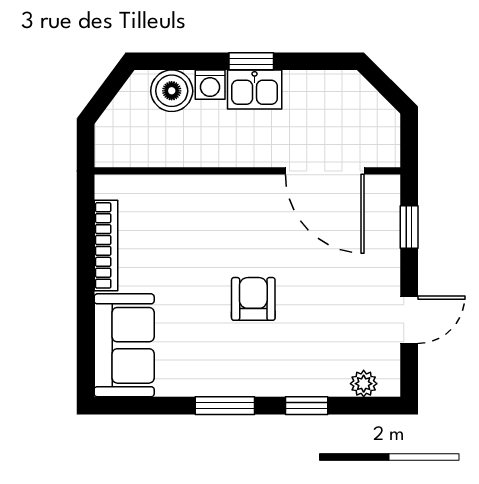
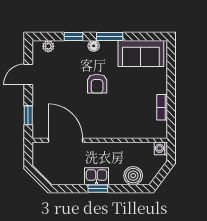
washing machine: (210, 85) -> (161, 148), moved, turned -90
bookcase: (106, 245) -> (162, 107), width x0.64
sofa: (124, 345) -> (141, 54), moved, turned -90
floor lamp: (261, 384) -> (94, 46), added

